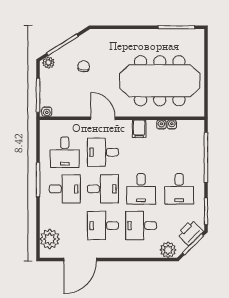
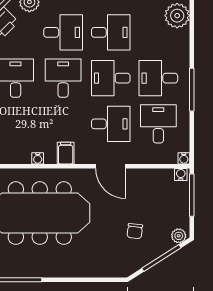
water cooler: (172, 125) -> (184, 158), moved

